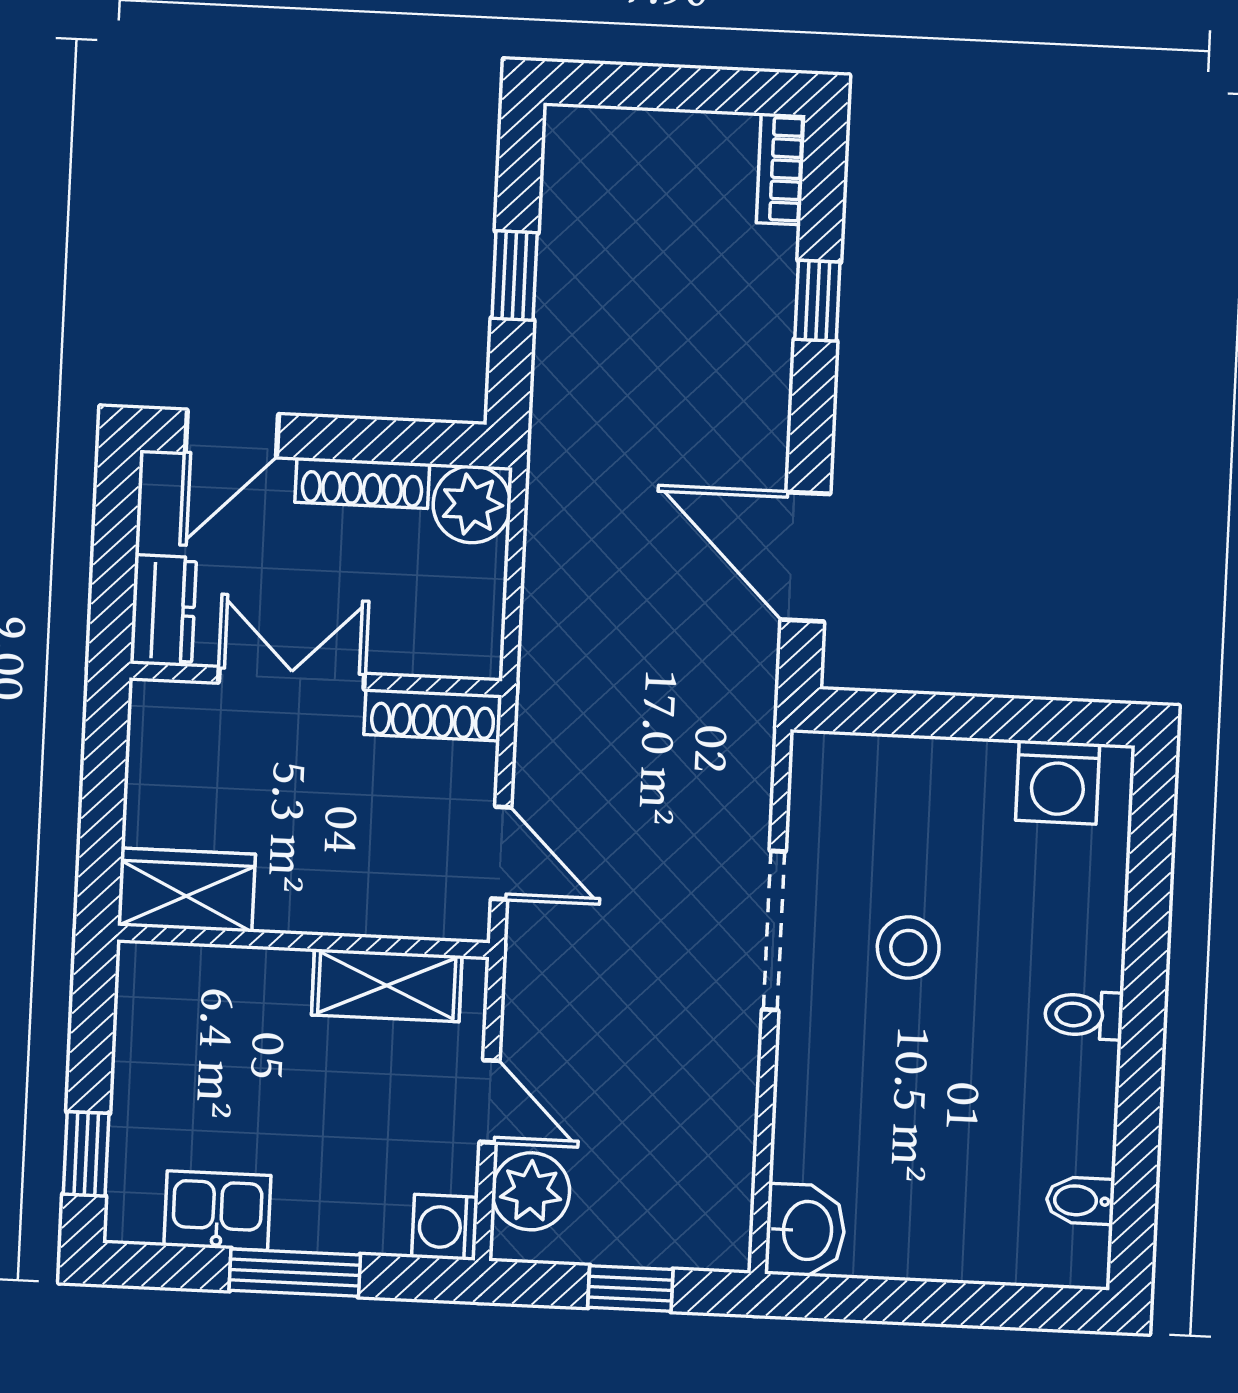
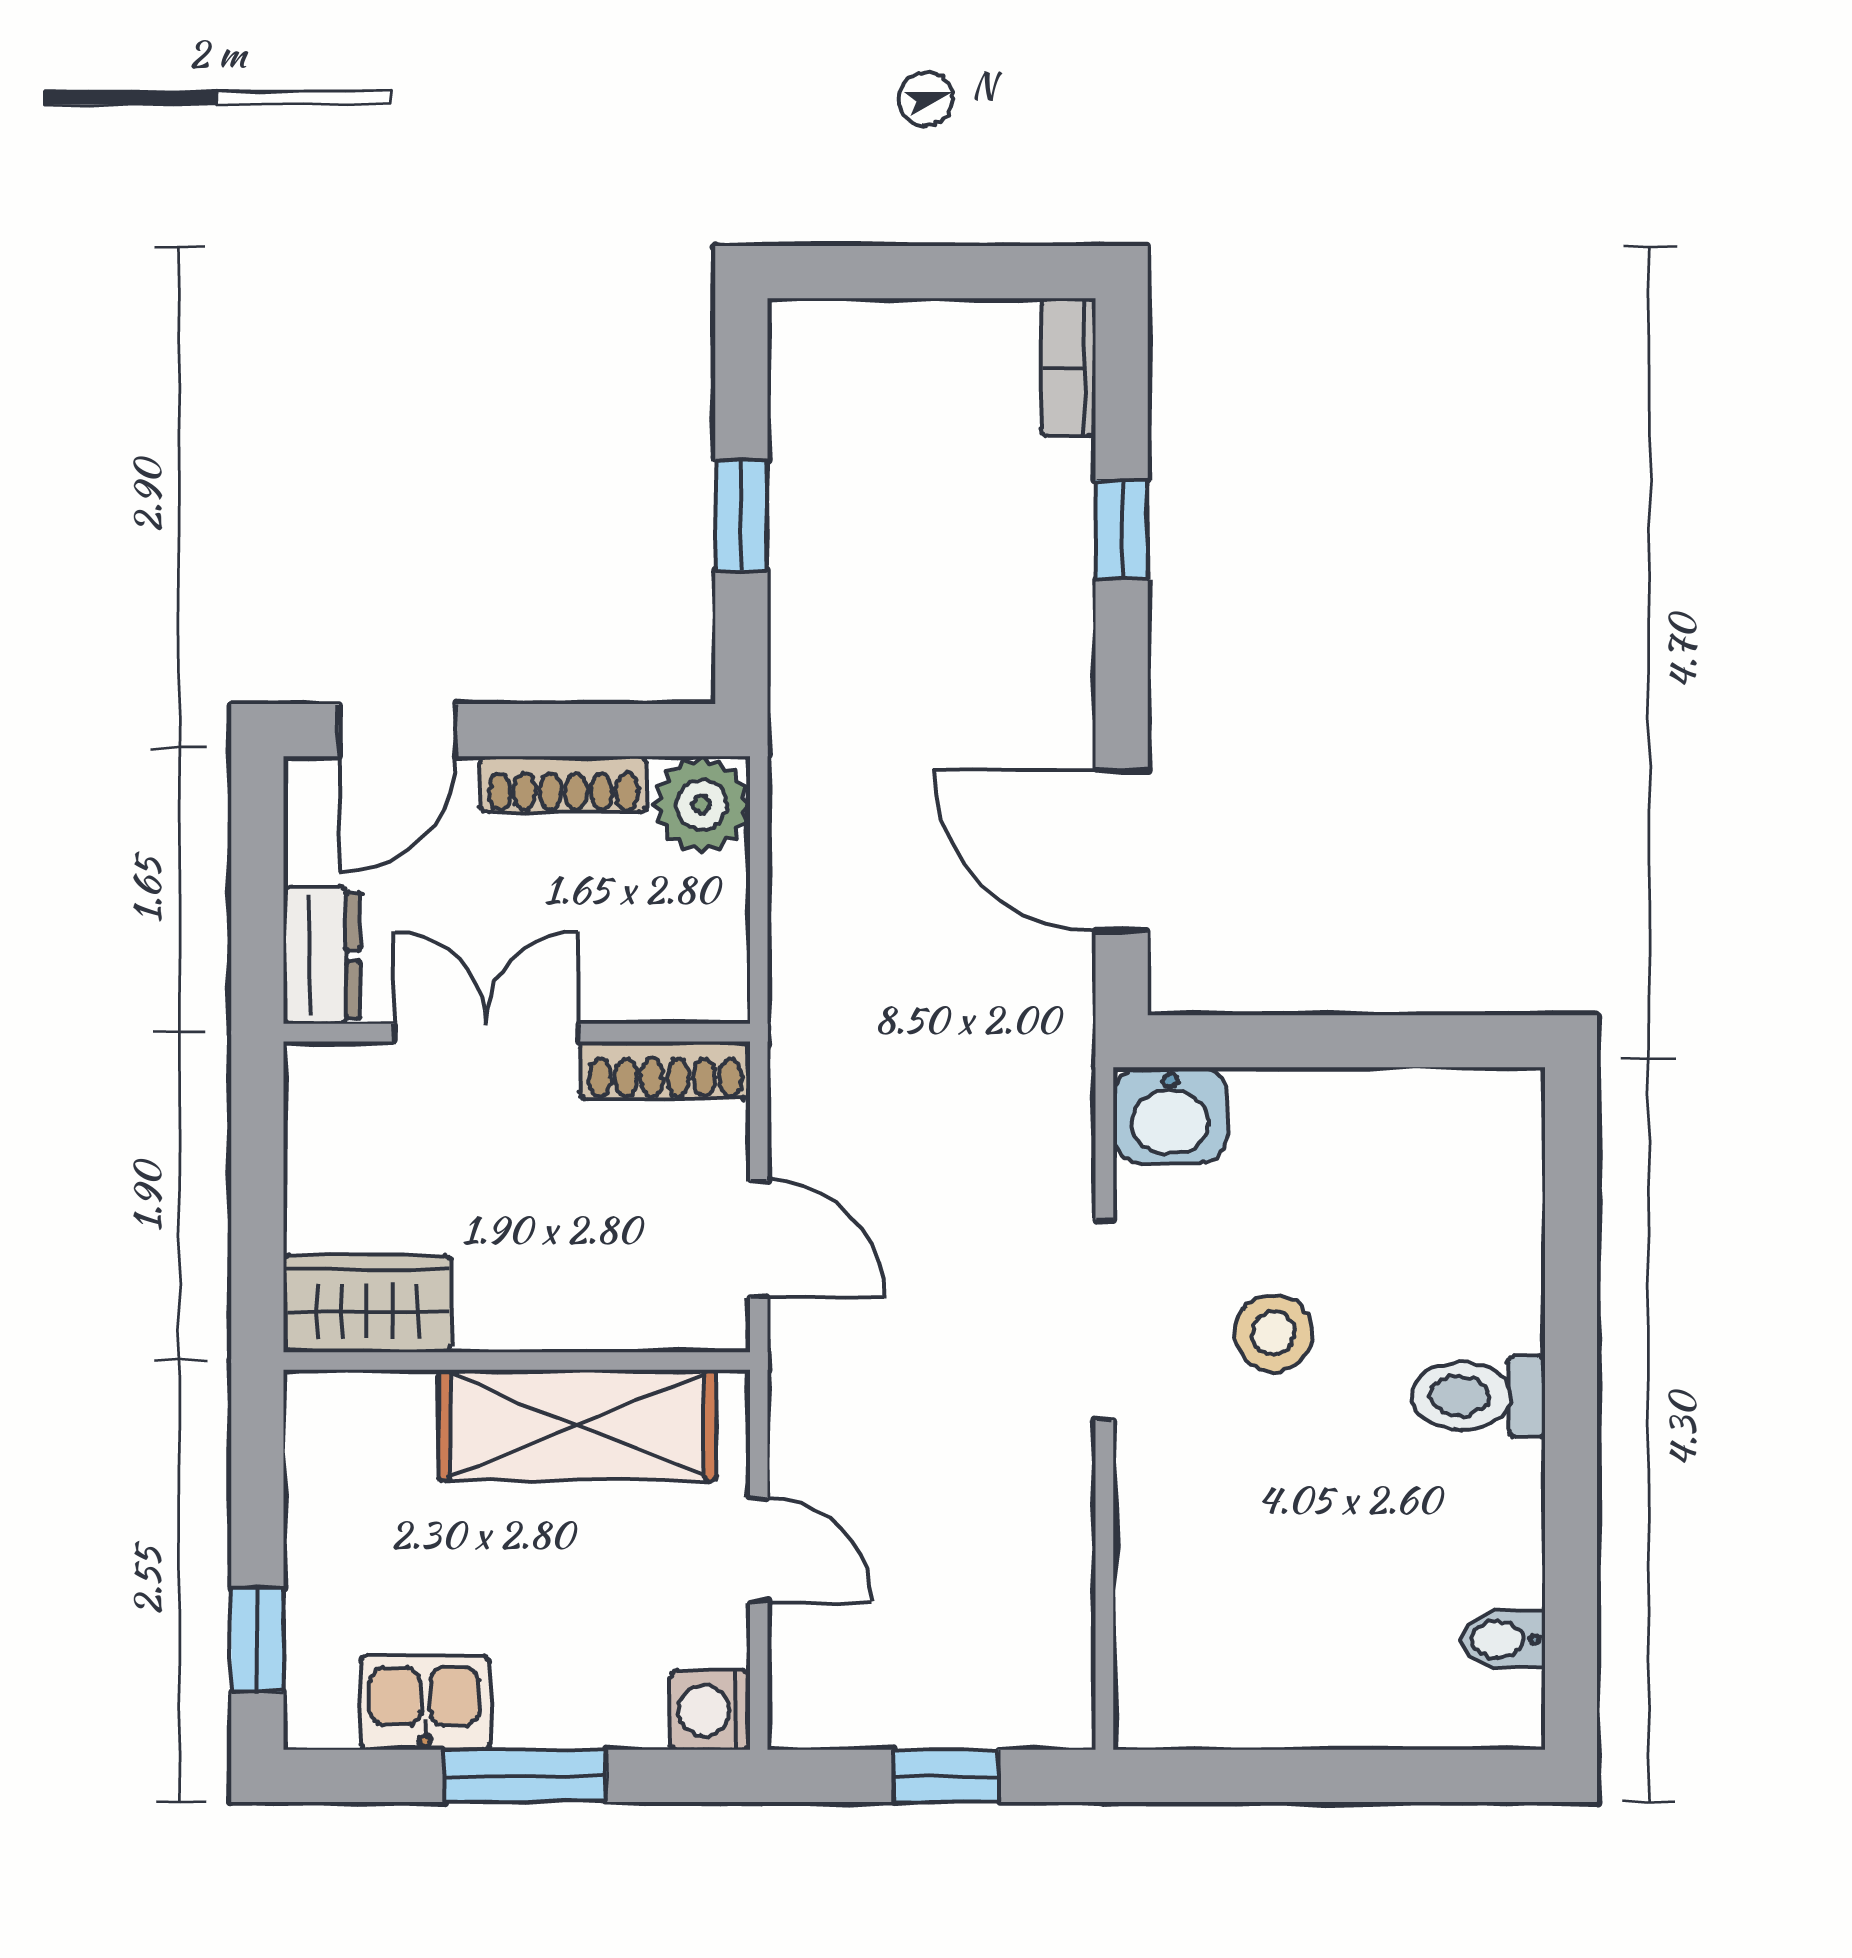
washing machine: (1058, 782) -> (1451, 1118), removed
shelving: (387, 985) -> (577, 1425), width x1.50, depth x1.33
toilet: (1084, 1015) -> (1478, 1396), width x1.37, depth x1.39
plant: (531, 1191) -> (816, 1660), removed
washbasin: (805, 1230) -> (1170, 1115), moved, turned 90

